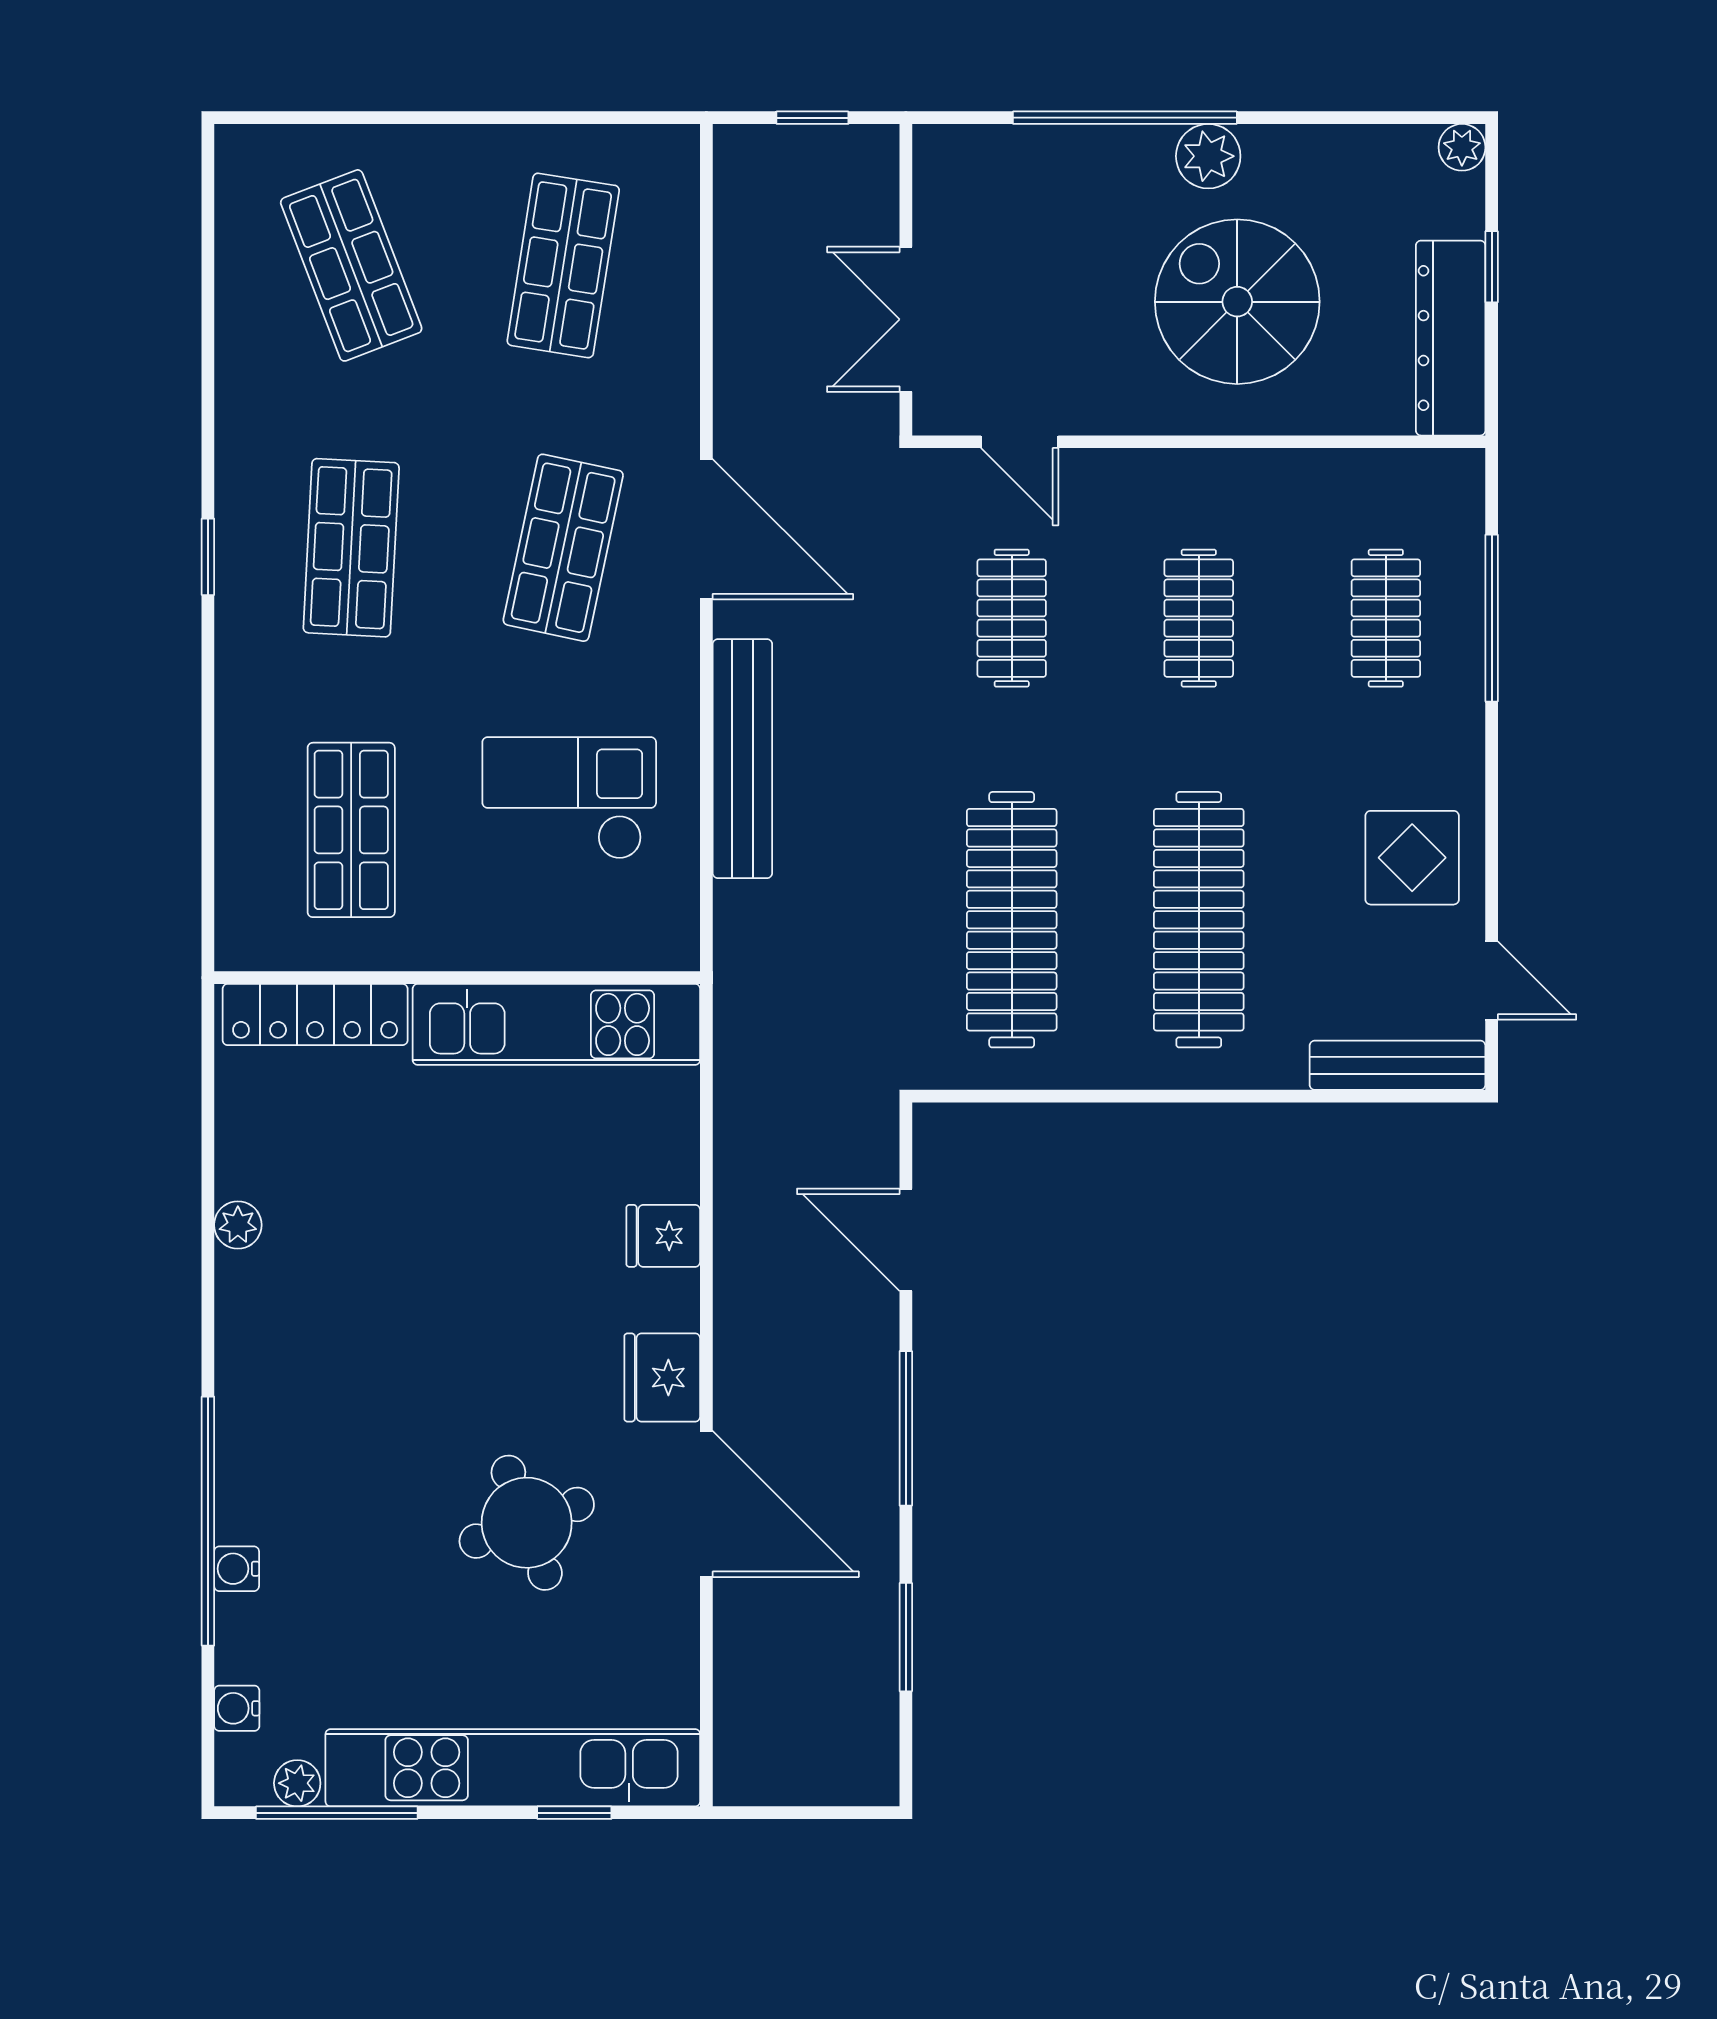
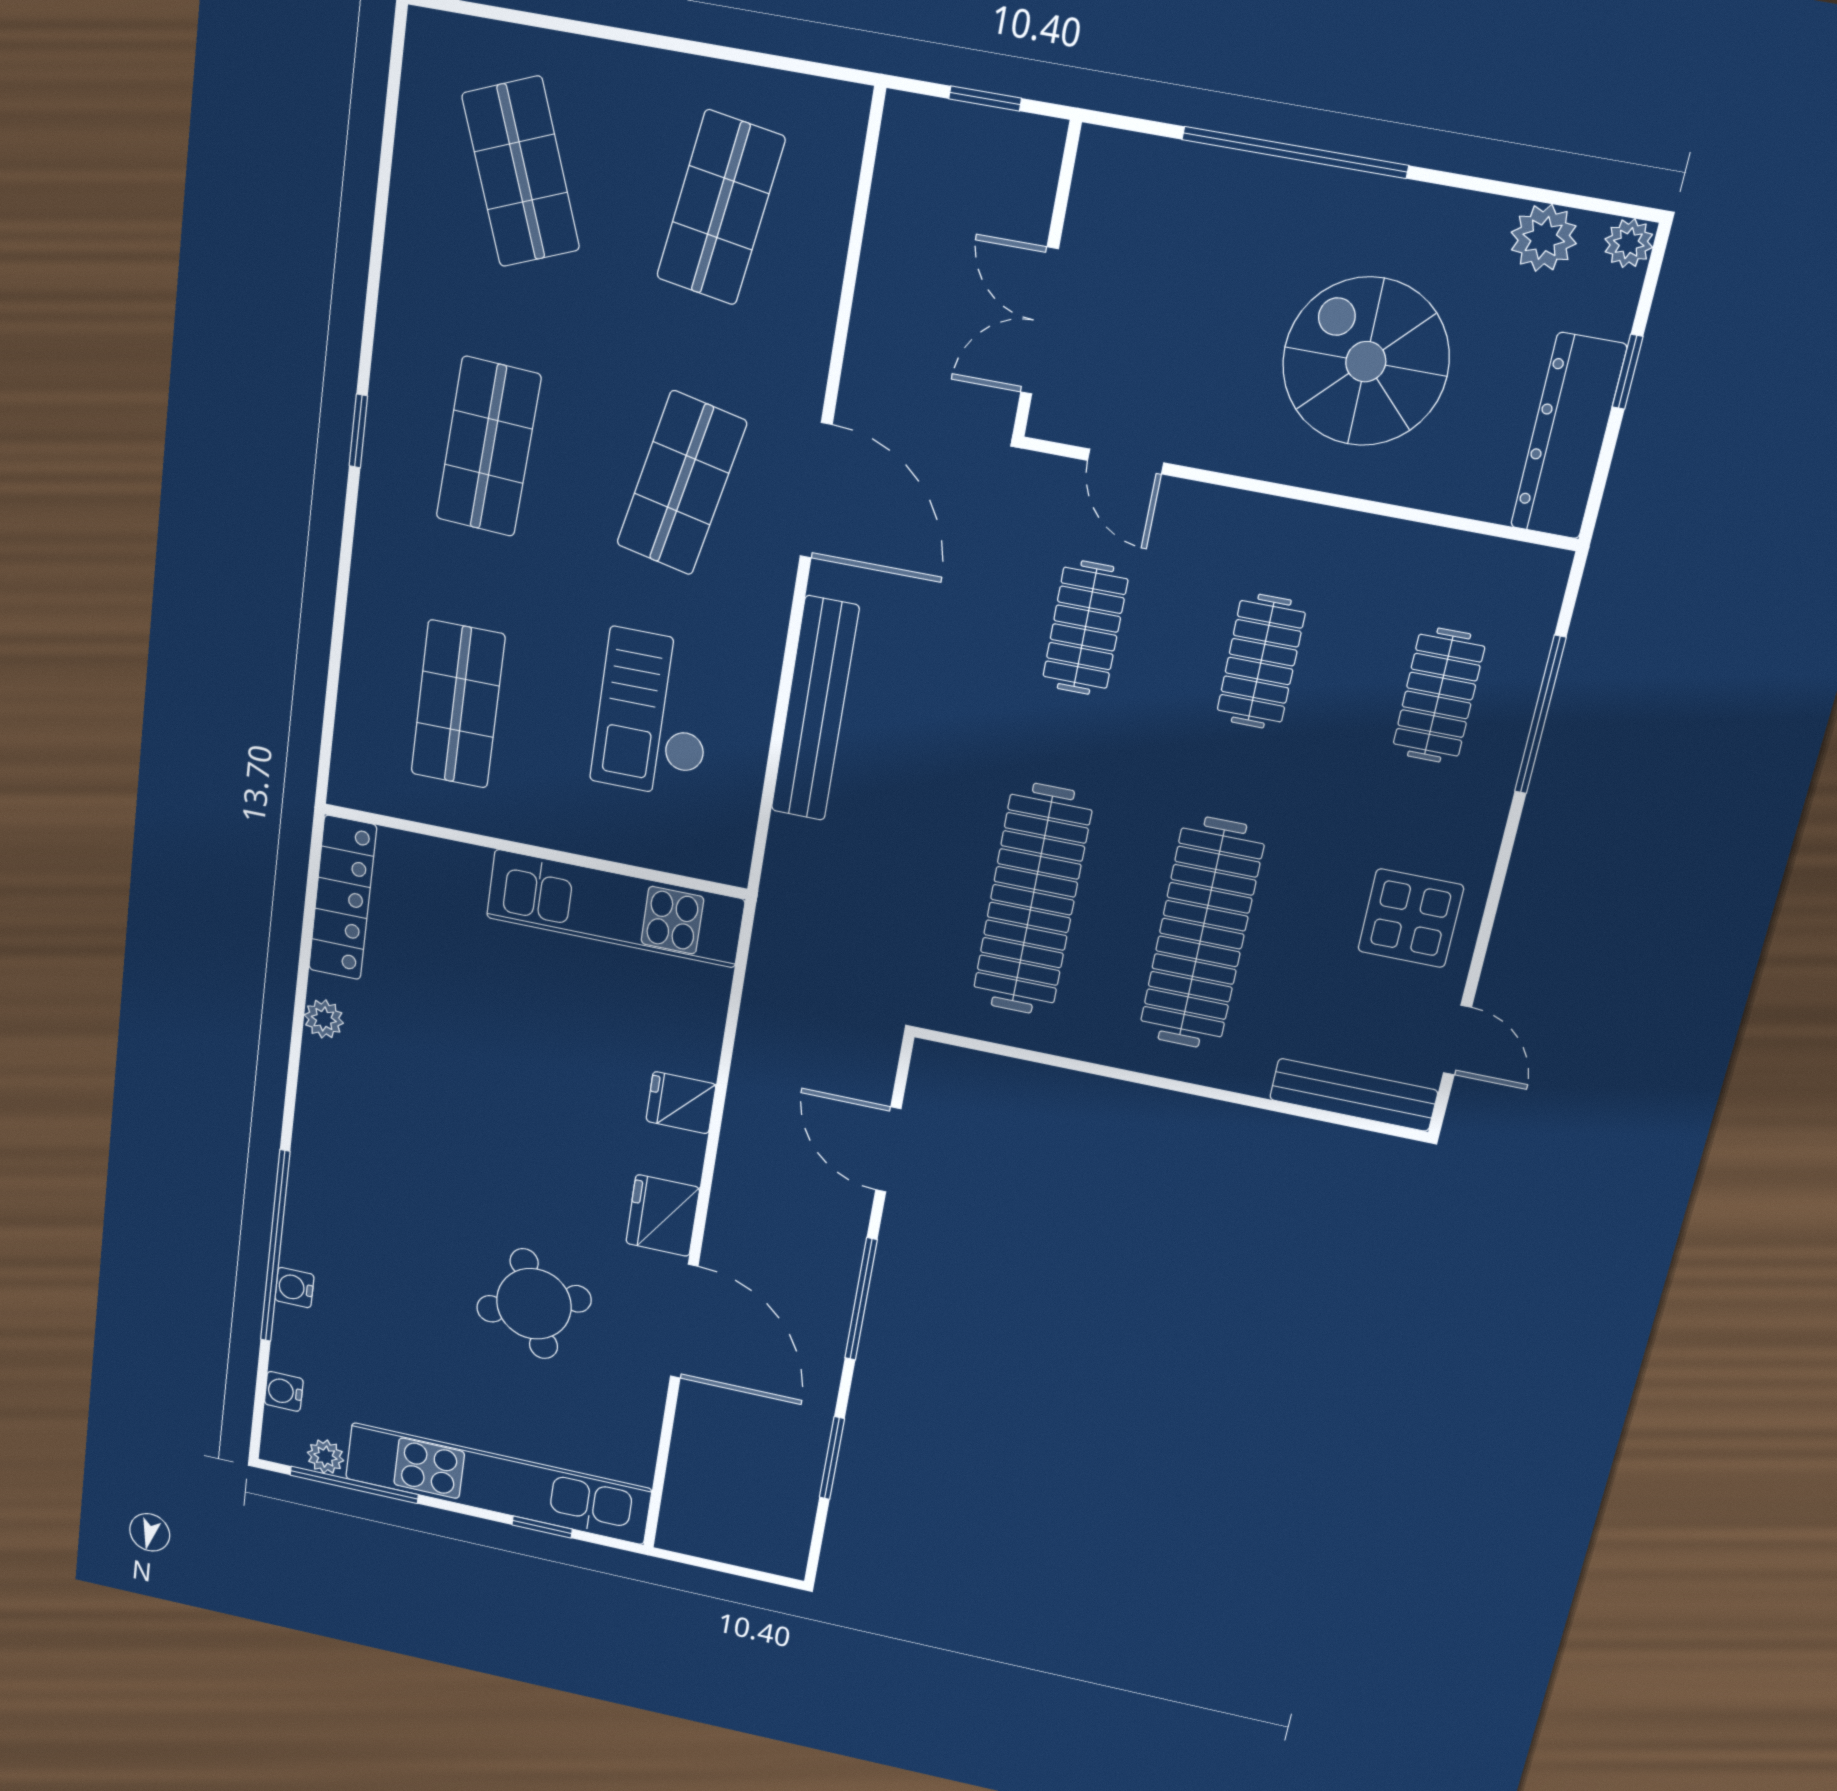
plant: (1208, 156) -> (1544, 238), moved
checkout: (569, 798) -> (654, 714), turned -90
locker: (315, 1015) -> (343, 898), moved, turned -90

